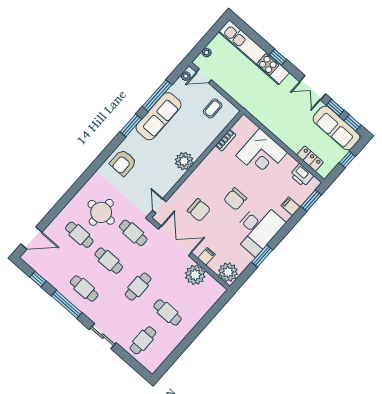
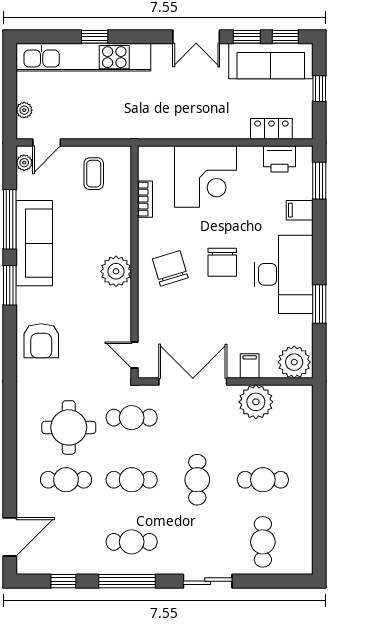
window: (278, 57) -> (95, 37), moved
chair: (199, 210) -> (170, 268), moved, turned -107

